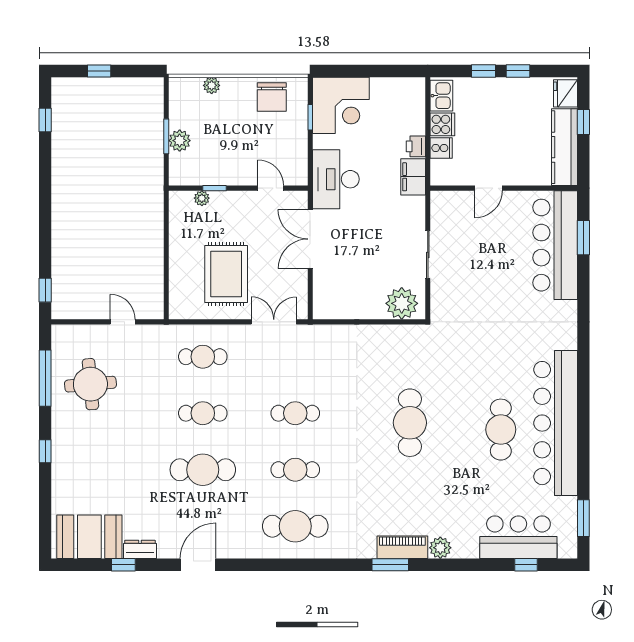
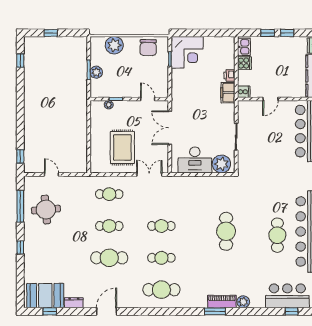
plant: (212, 85) -> (114, 45), width x1.87, depth x1.87
cooker: (441, 148) -> (244, 92), moved
desk: (336, 179) -> (195, 160), moved, turned -90
door: (123, 322) -> (51, 174), moved
window: (123, 565) -> (50, 311), moved

